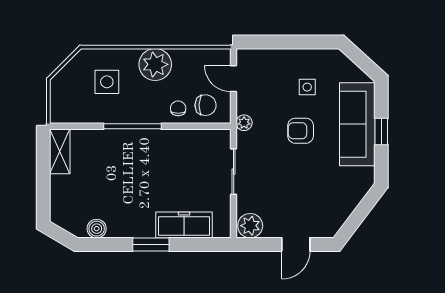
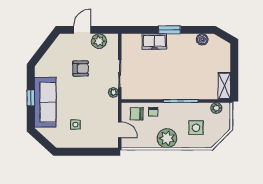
plant: (73, 115) -> (216, 108), added
plant: (244, 123) -> (113, 92), moved
armchair: (301, 131) -> (81, 69), moved
freezer: (184, 225) -> (154, 42), width x0.71
plant: (250, 226) -> (99, 41), moved

